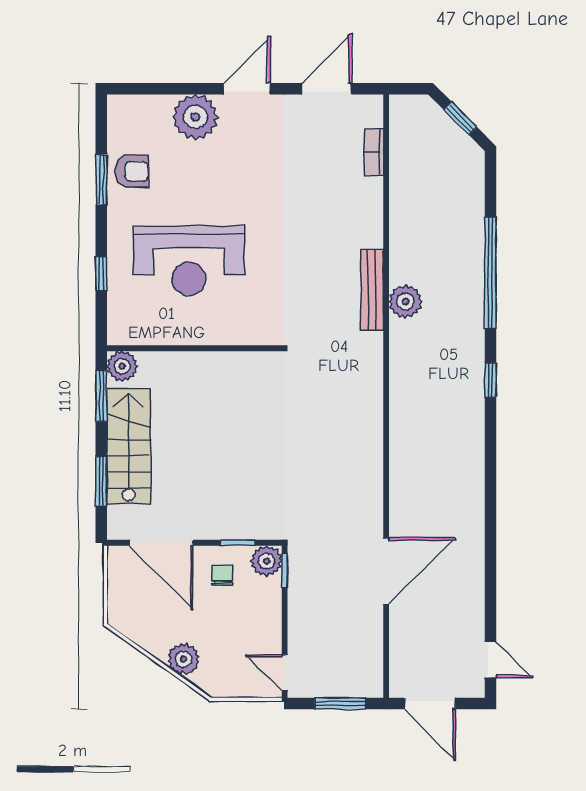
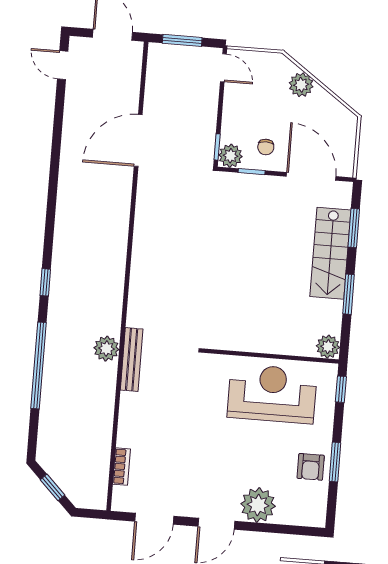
armchair: (132, 171) -> (311, 467), turned -90
wall: (194, 348) -> (271, 356), moved
plant: (122, 366) -> (328, 347), moved

